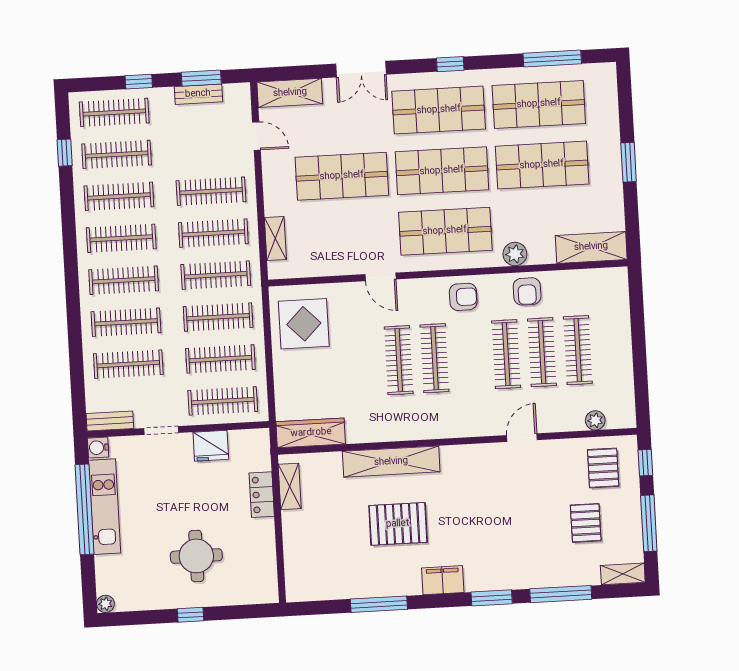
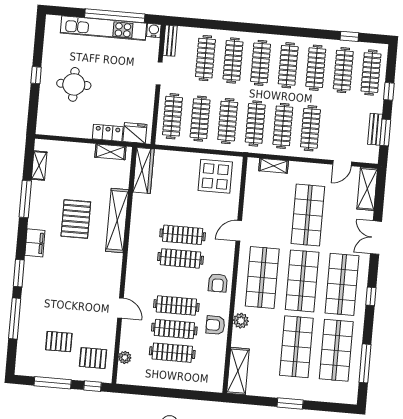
fridge: (211, 446) -> (135, 133), moved, turned 90
kitchen unit: (105, 507) -> (103, 28), width x1.36
shelving: (623, 574) -> (39, 166), moved
plant: (105, 604) -> (51, 21), removed

